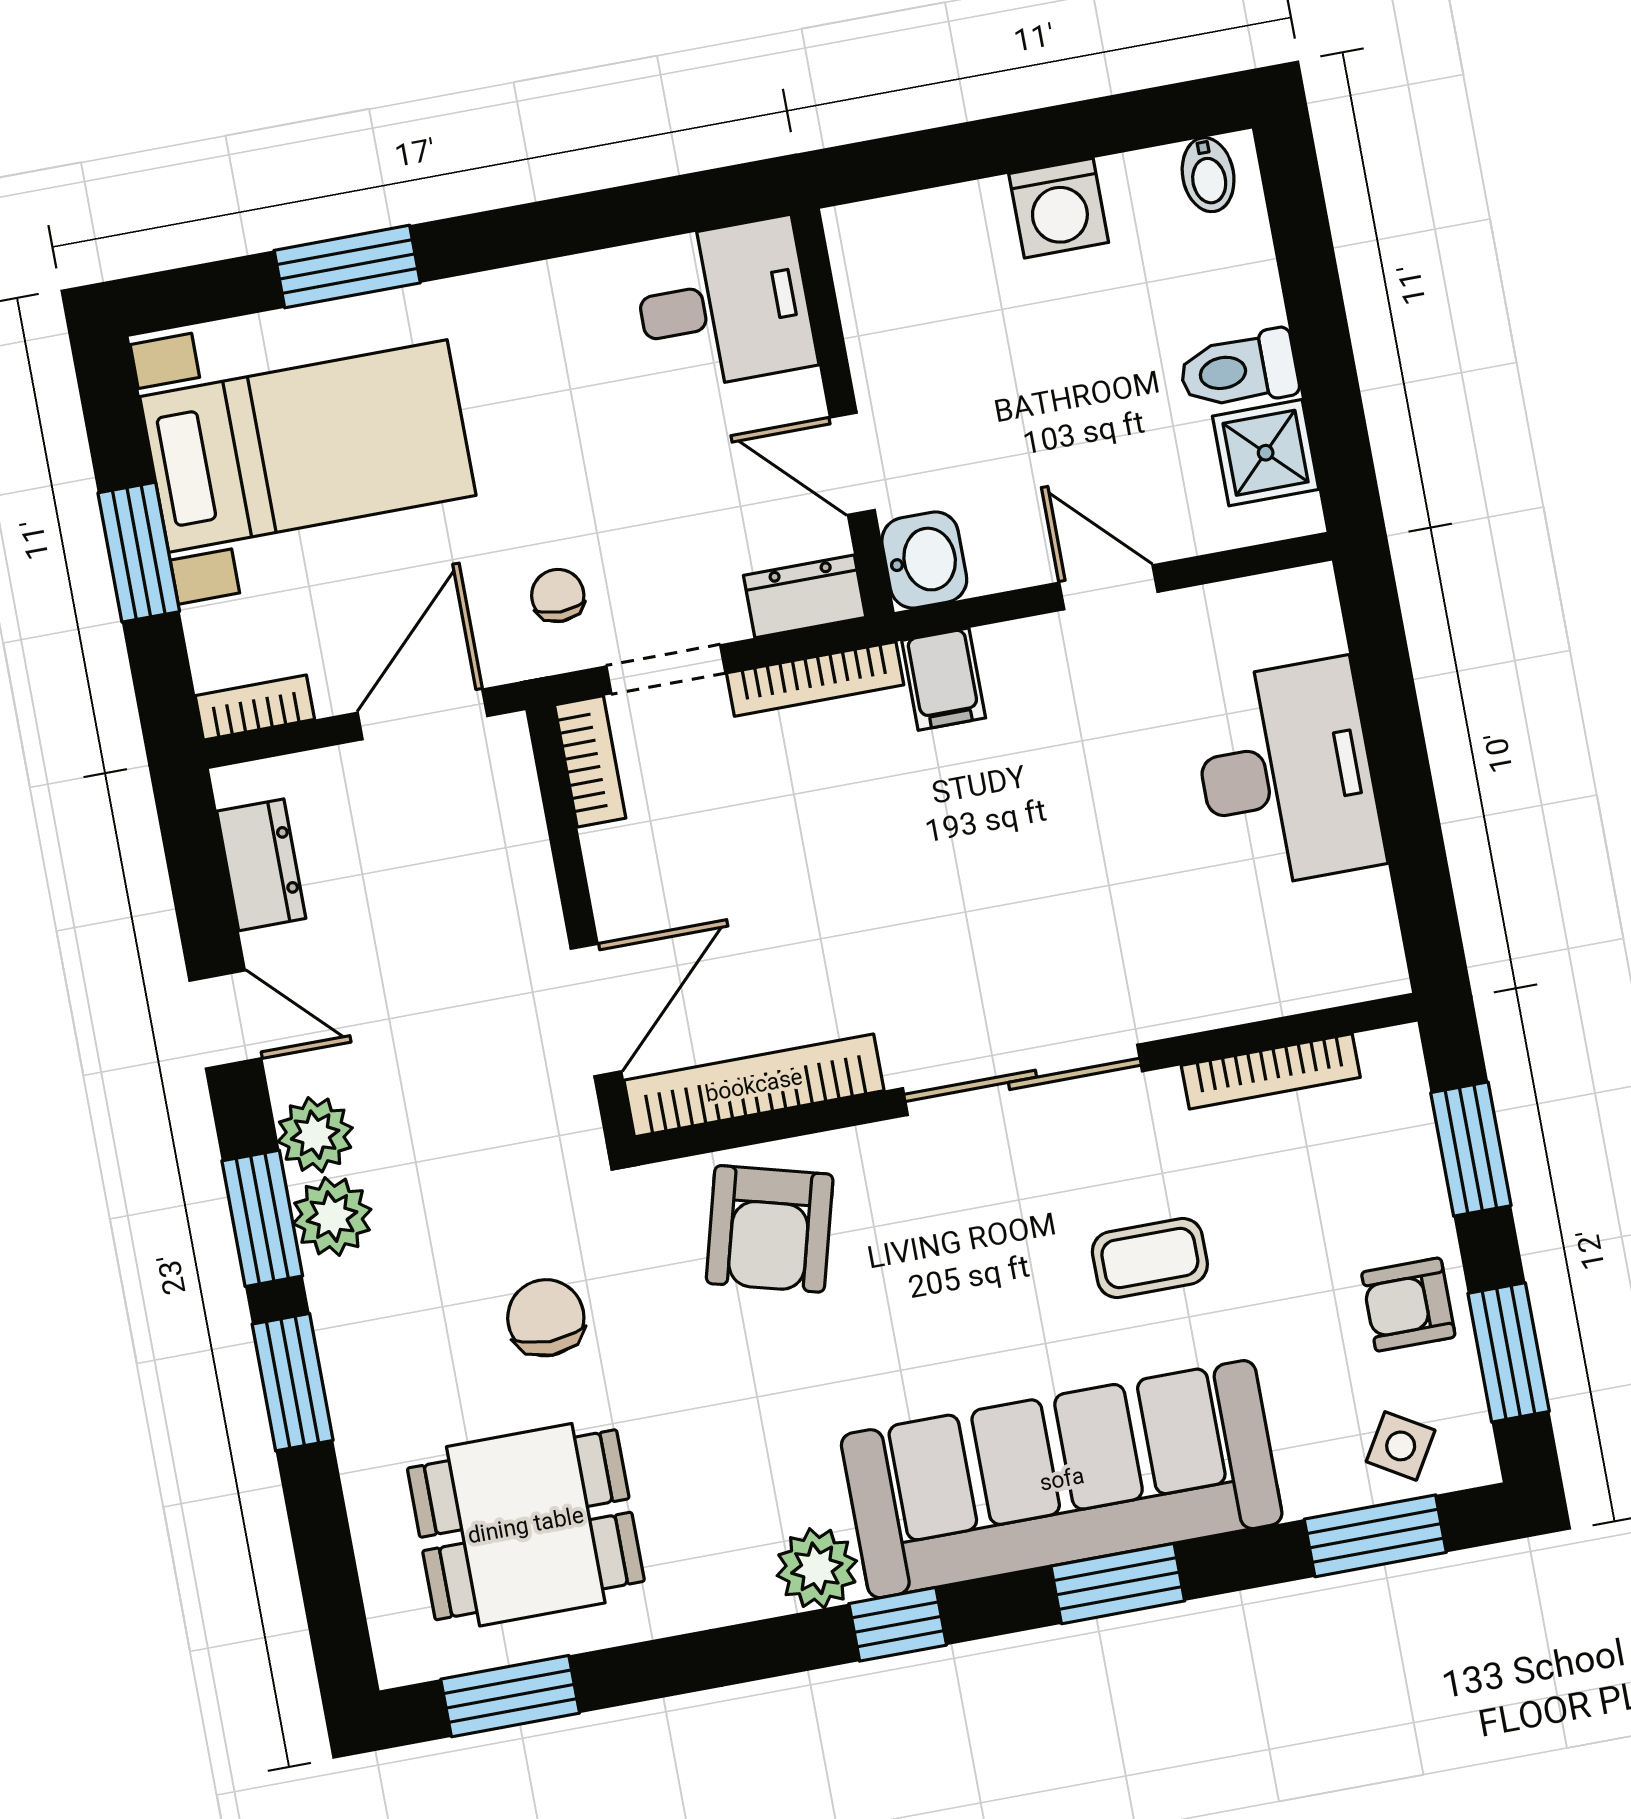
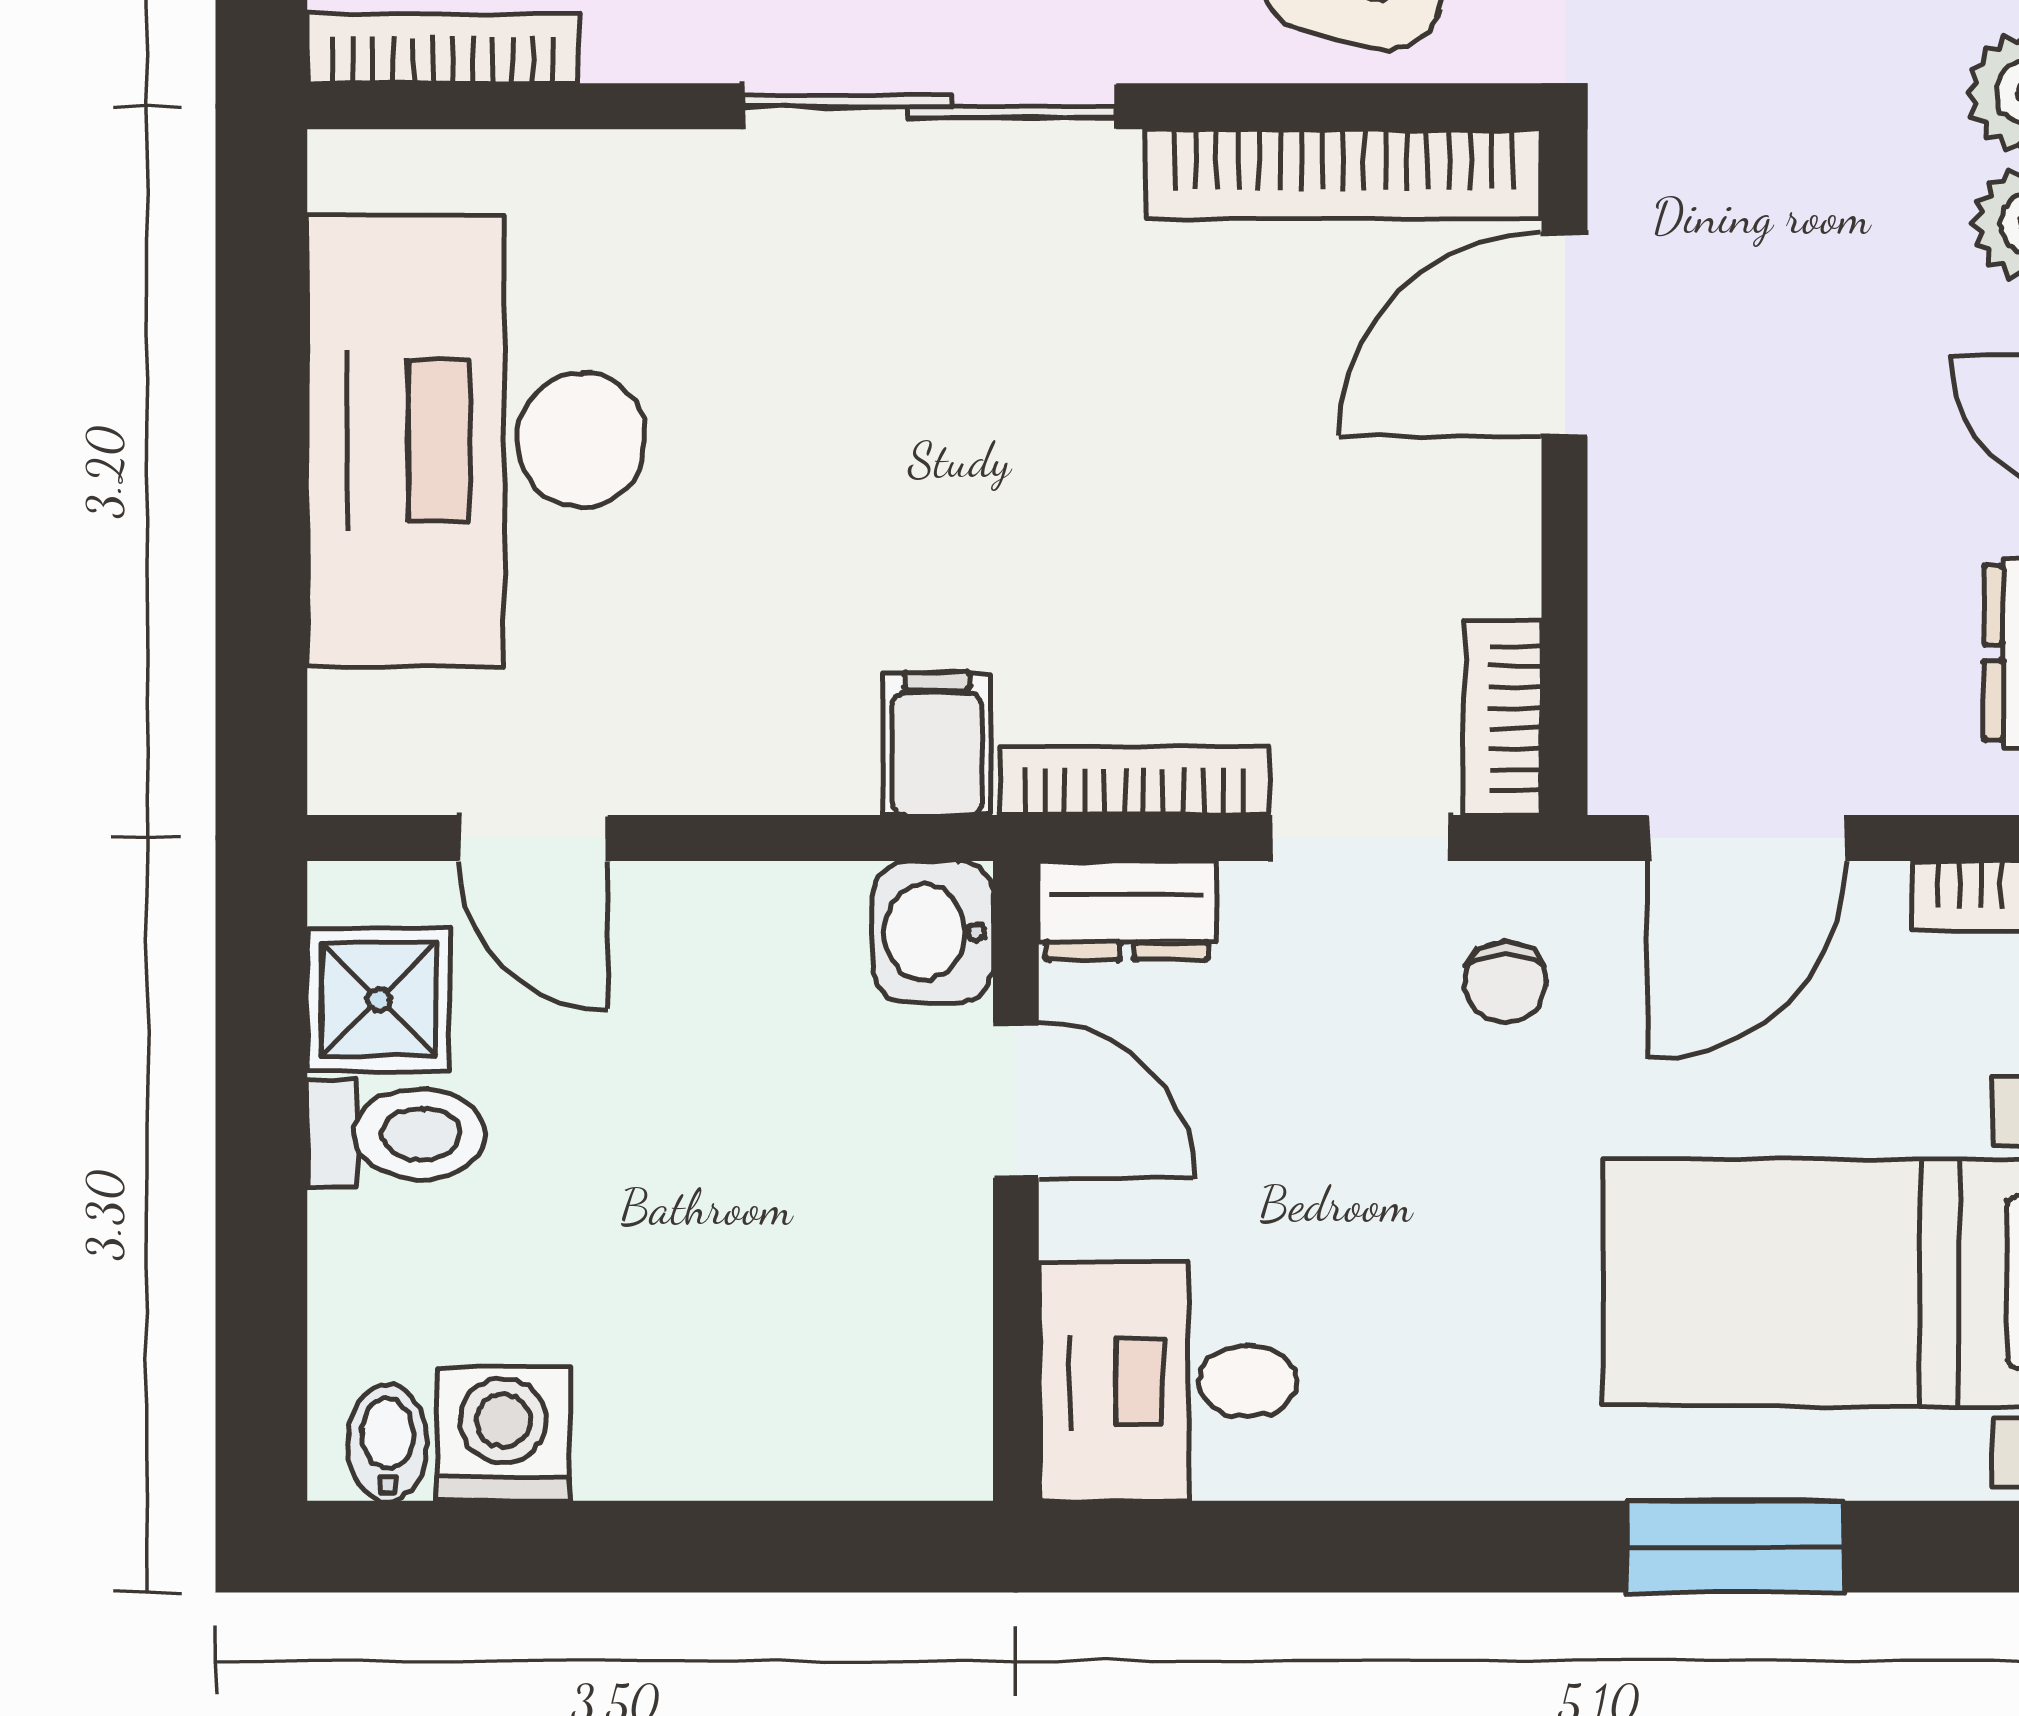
washing machine: (1059, 208) -> (503, 1434), moved
door: (1108, 587) -> (533, 838), moved
desk: (1287, 774) -> (477, 440), width x1.36, depth x1.30
bookcase: (1271, 1071) -> (443, 49), moved

